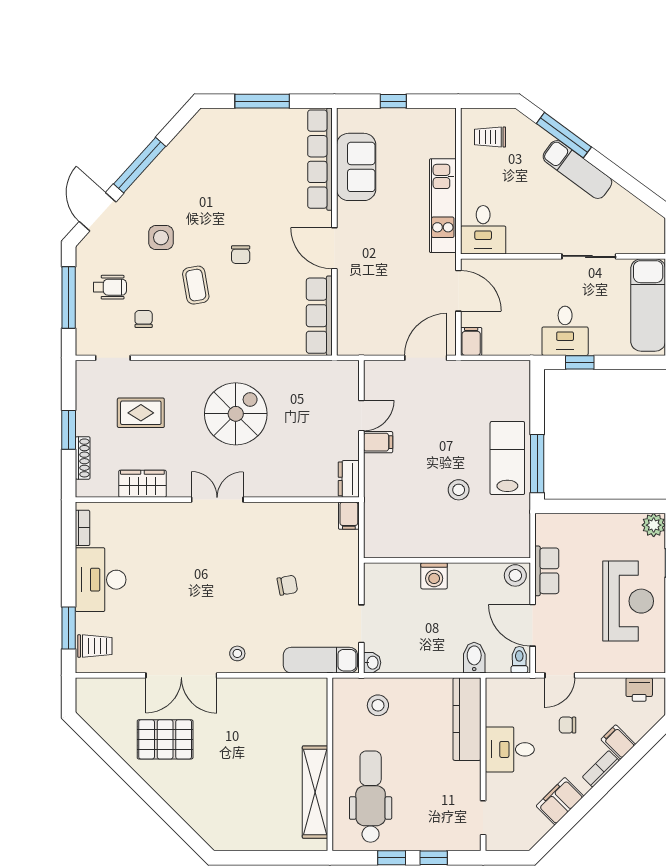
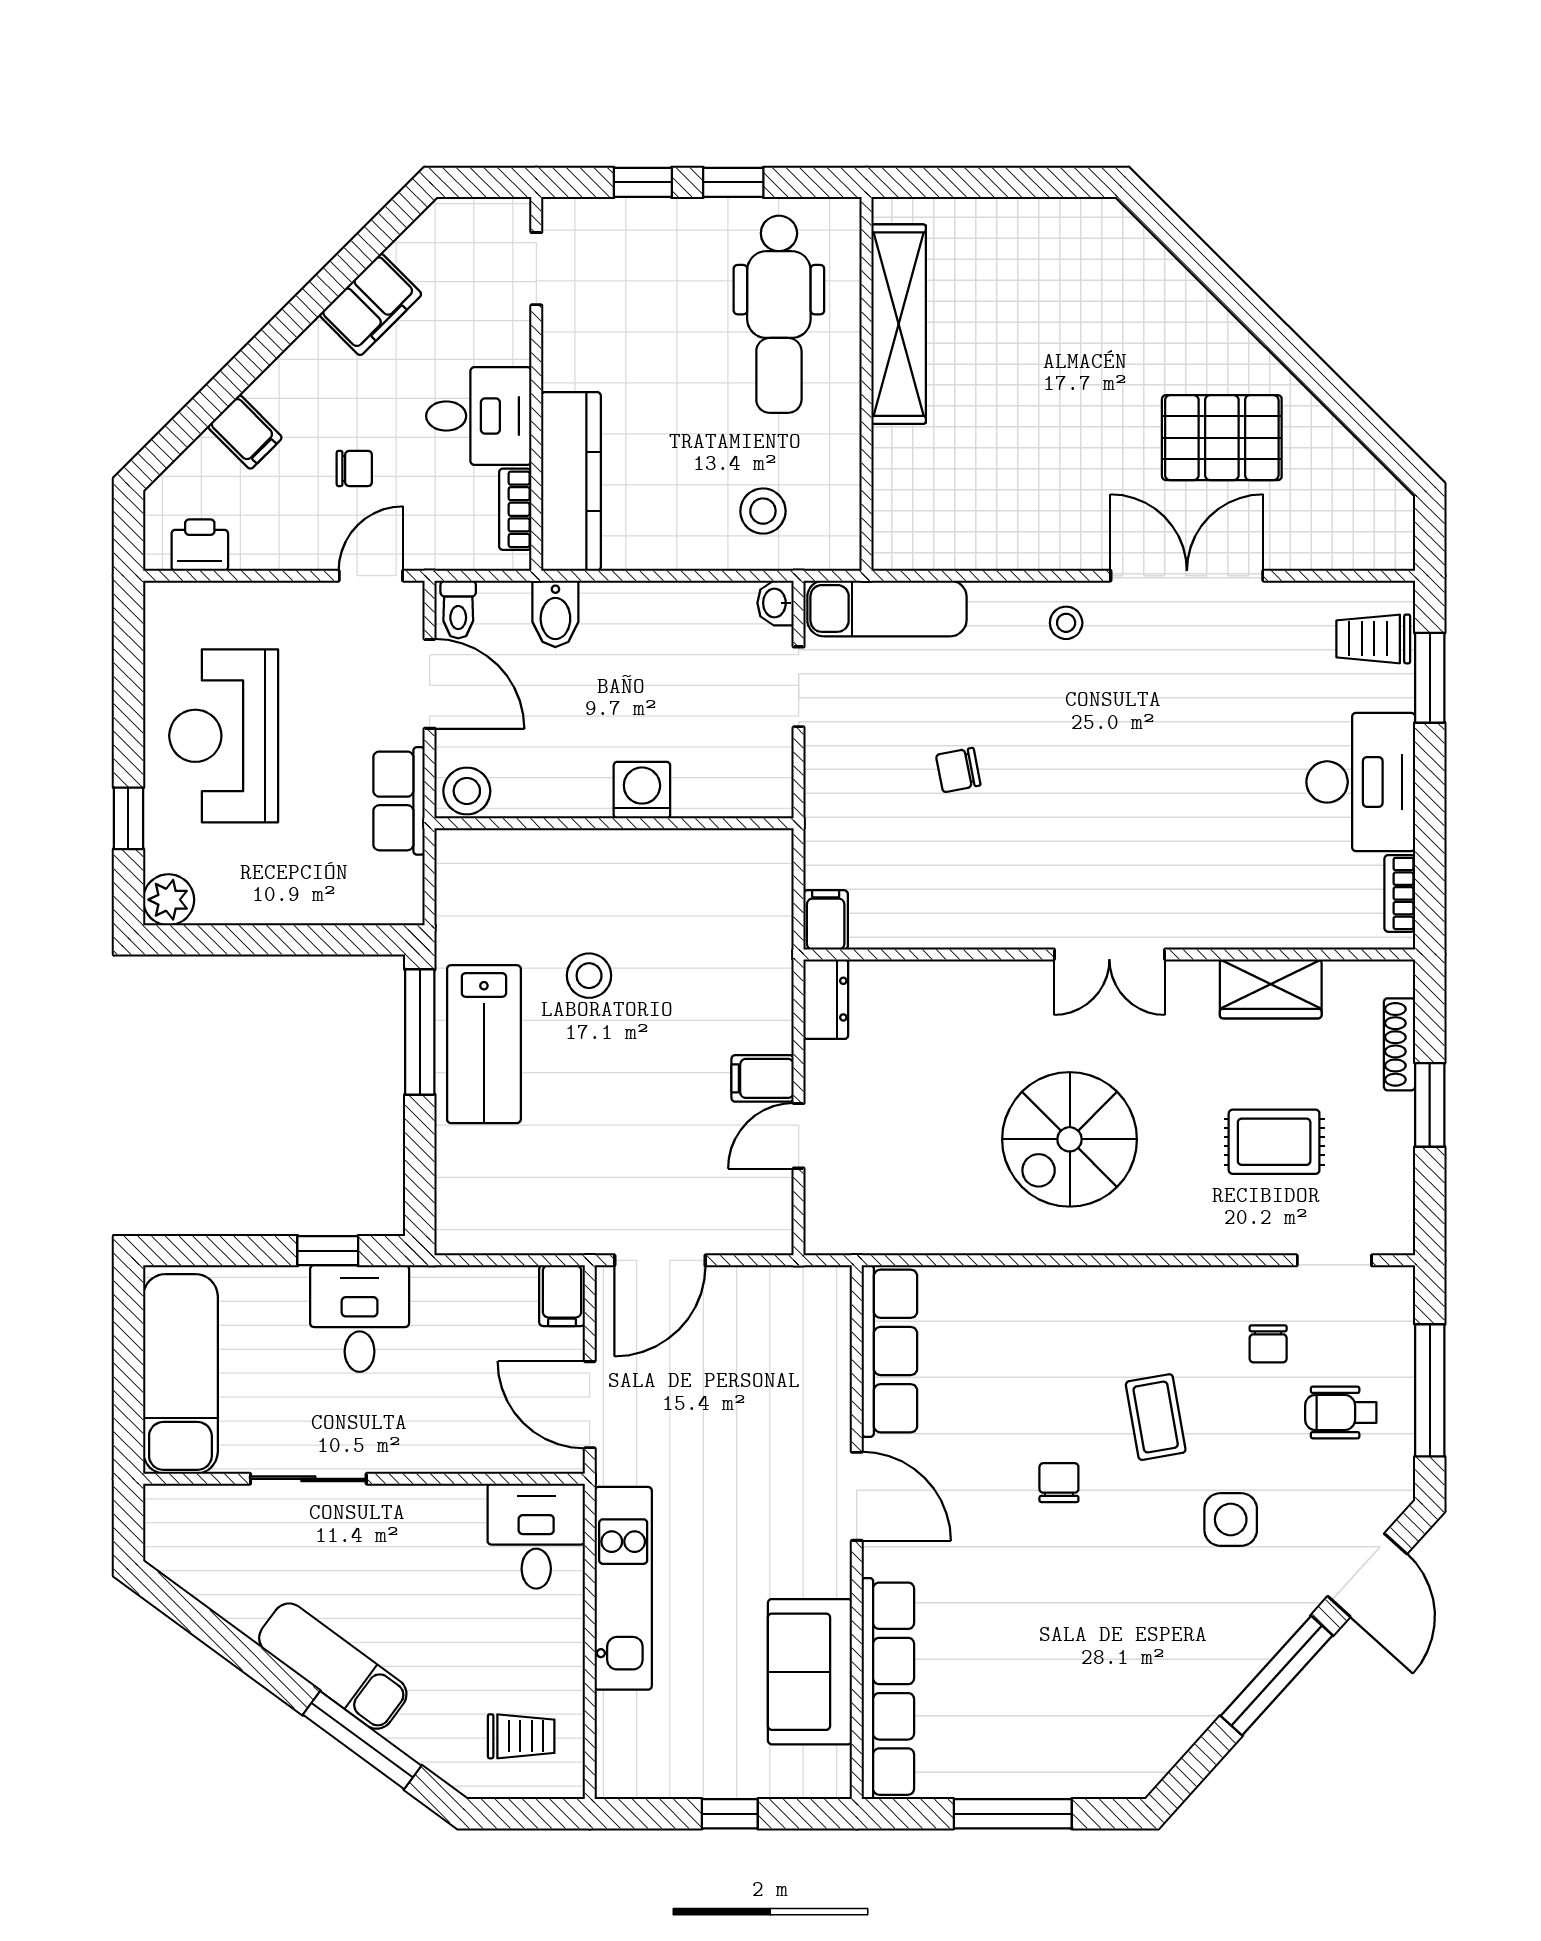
bookcase: (601, 769) -> (515, 509), moved, turned 135

